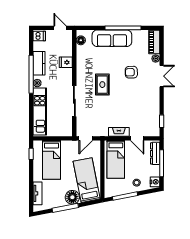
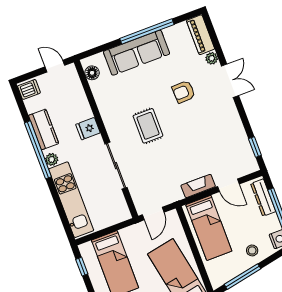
fridge: (66, 62) -> (88, 129), moved

